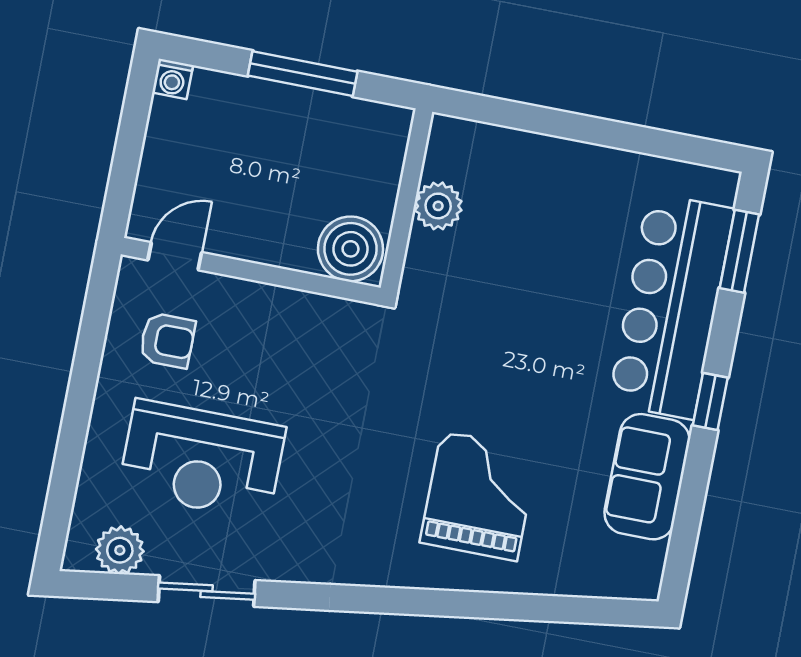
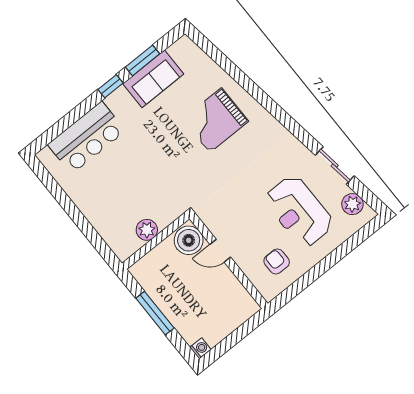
window: (739, 251) -> (142, 60), moved
door: (175, 256) -> (220, 251), moved
bar counter: (671, 306) -> (87, 138), width x0.73
reception desk: (202, 460) -> (299, 211), turned 180

